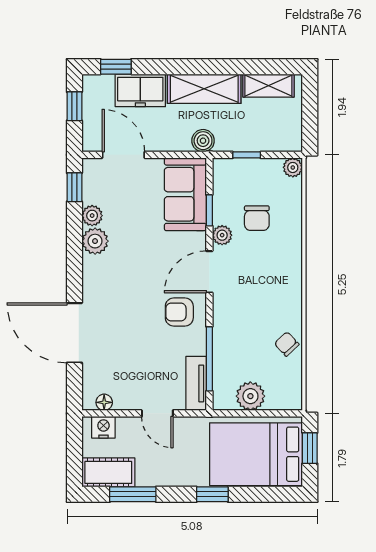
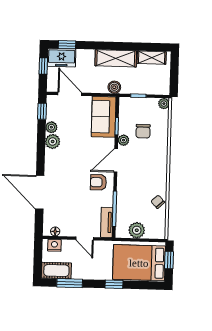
freezer: (140, 90) -> (62, 58), moved

